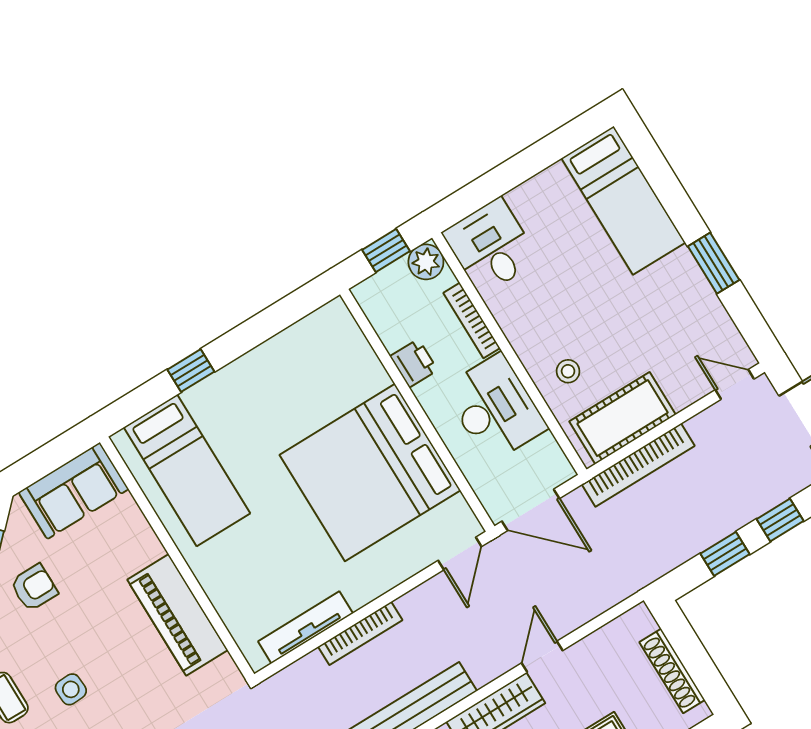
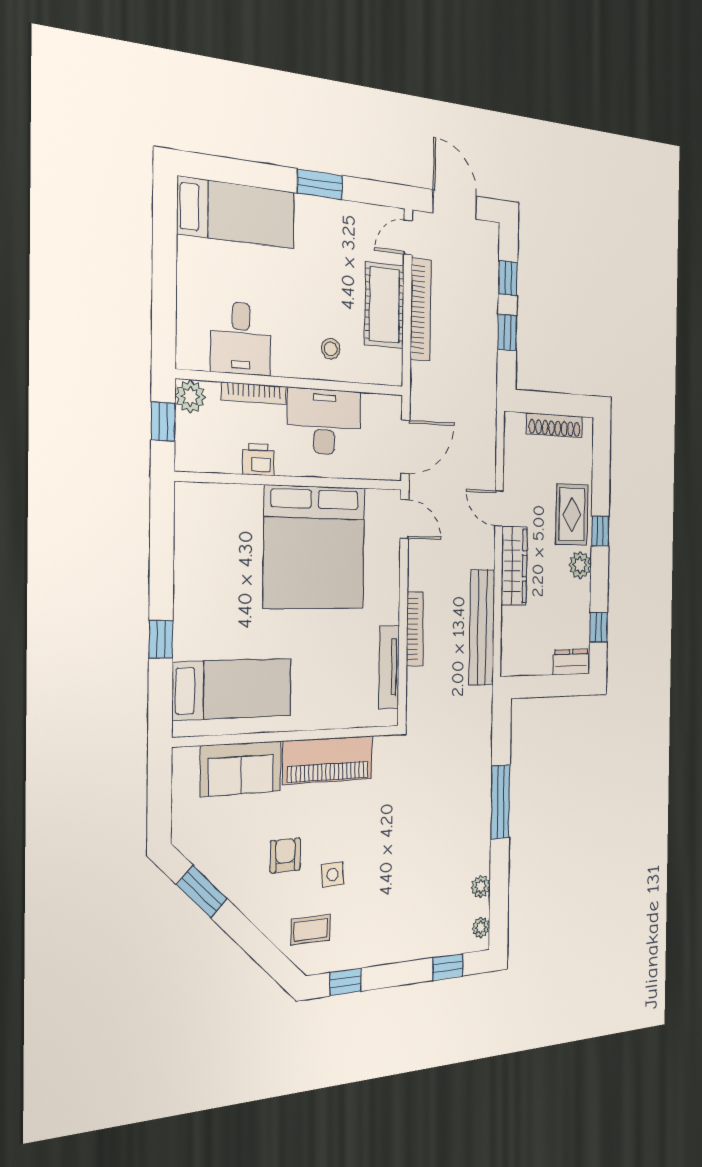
desk: (491, 246) -> (241, 339), moved, turned -90
cot: (622, 418) -> (384, 305), moved
bookcase: (638, 465) -> (421, 310), moved
sofa: (74, 491) -> (241, 769), moved, turned 90
armchair: (34, 588) -> (285, 855), moved

